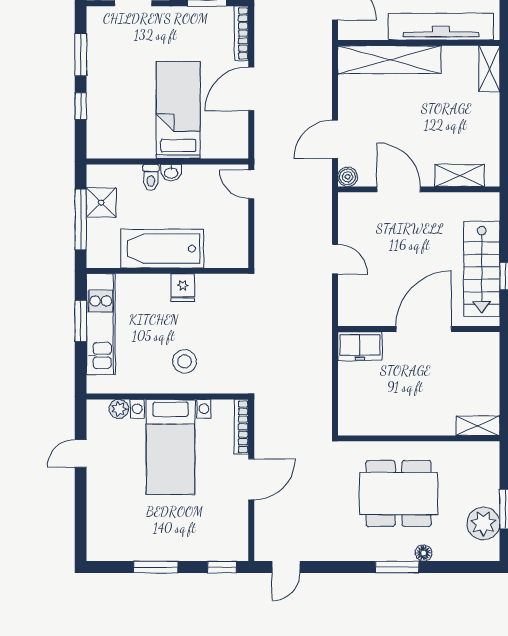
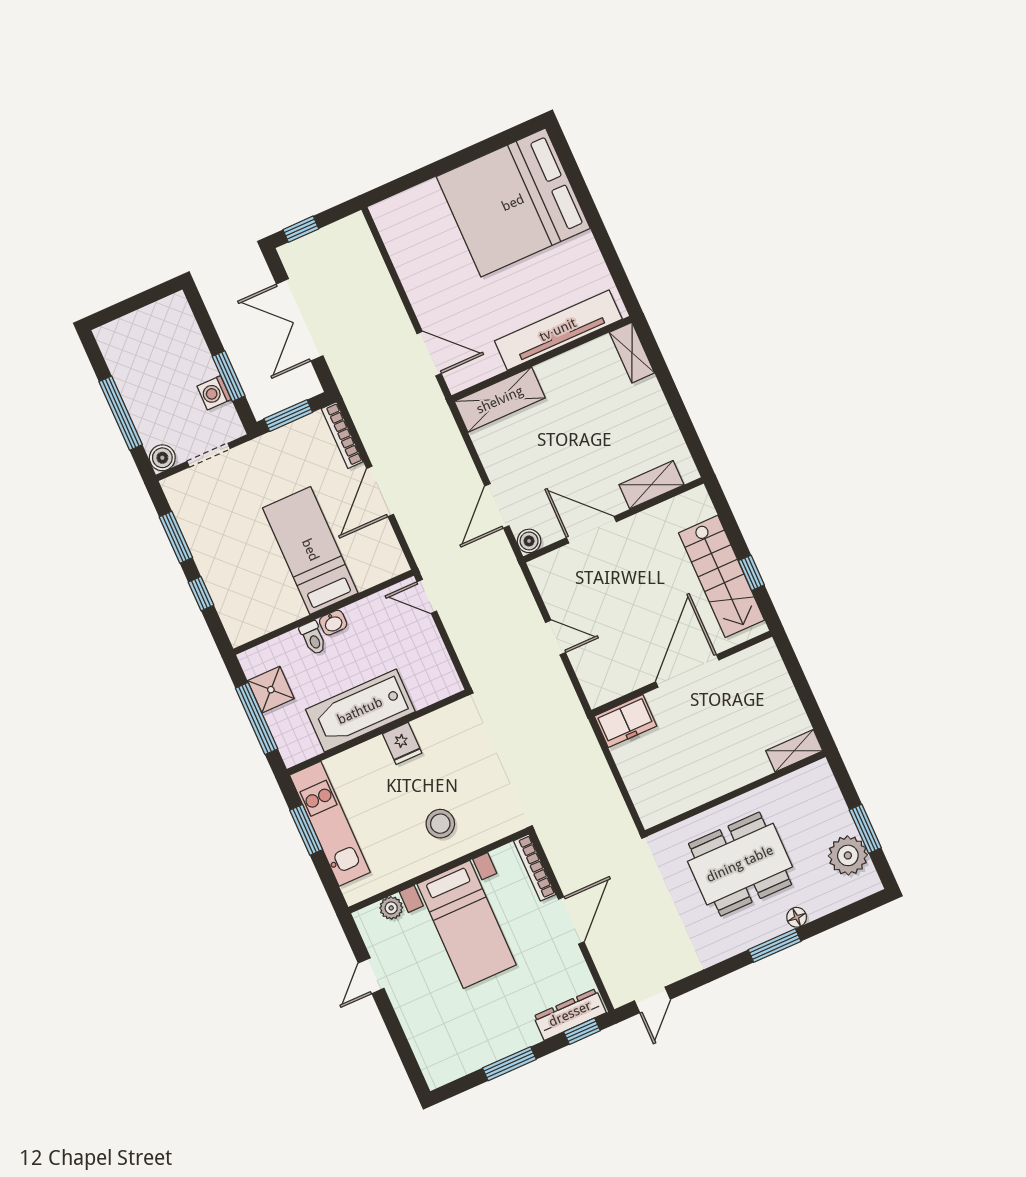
shelving: (389, 60) -> (500, 400), width x0.68
dresser: (218, 550) -> (570, 1014), added

